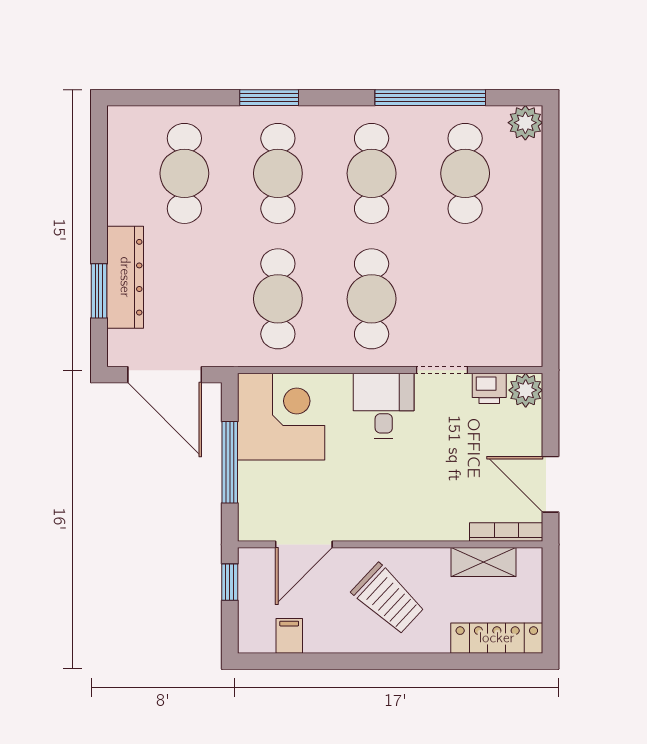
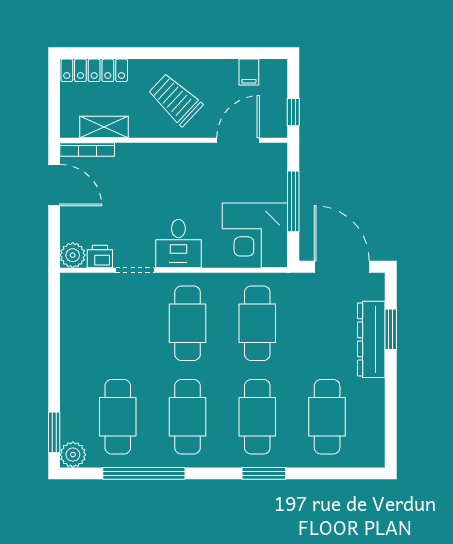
window: (550, 152) -> (54, 432), added

